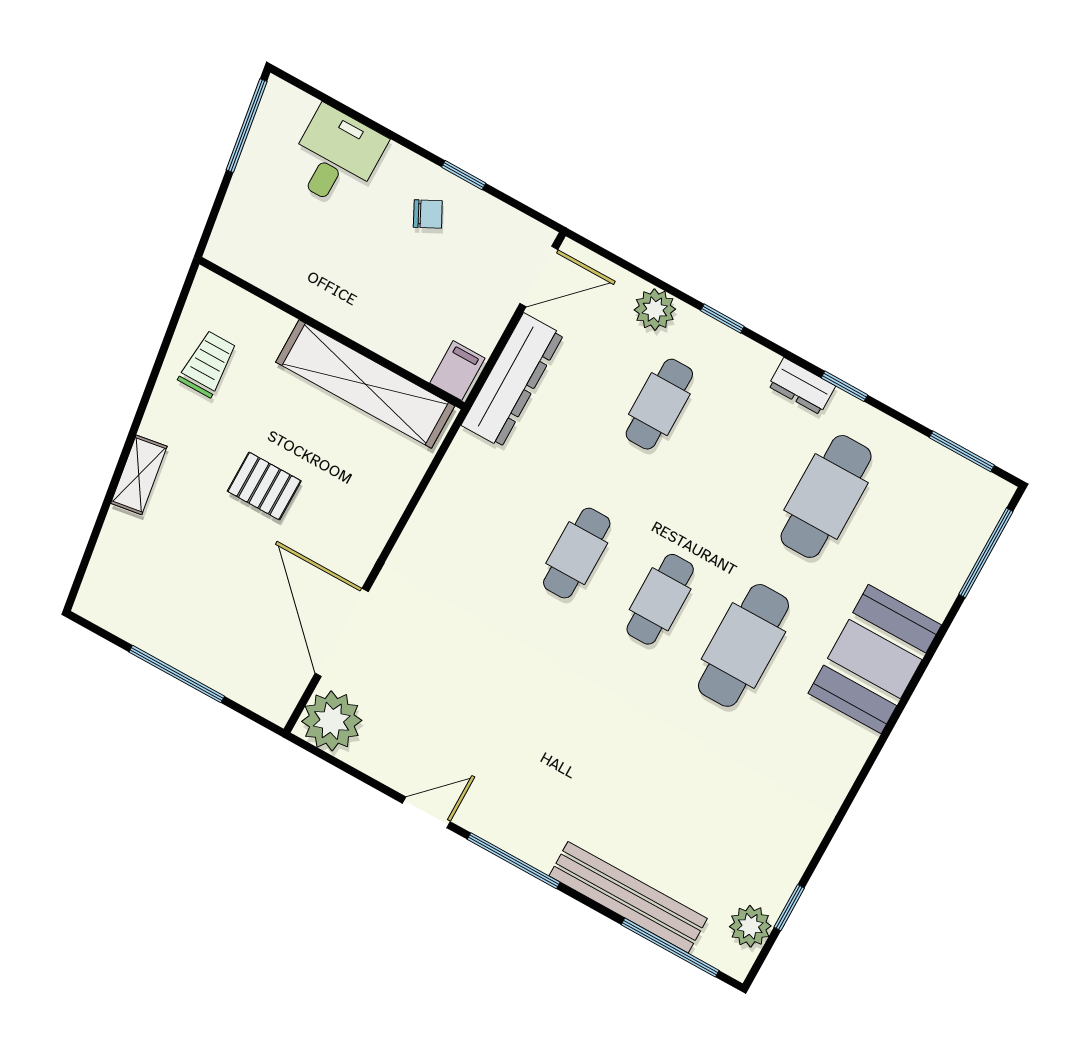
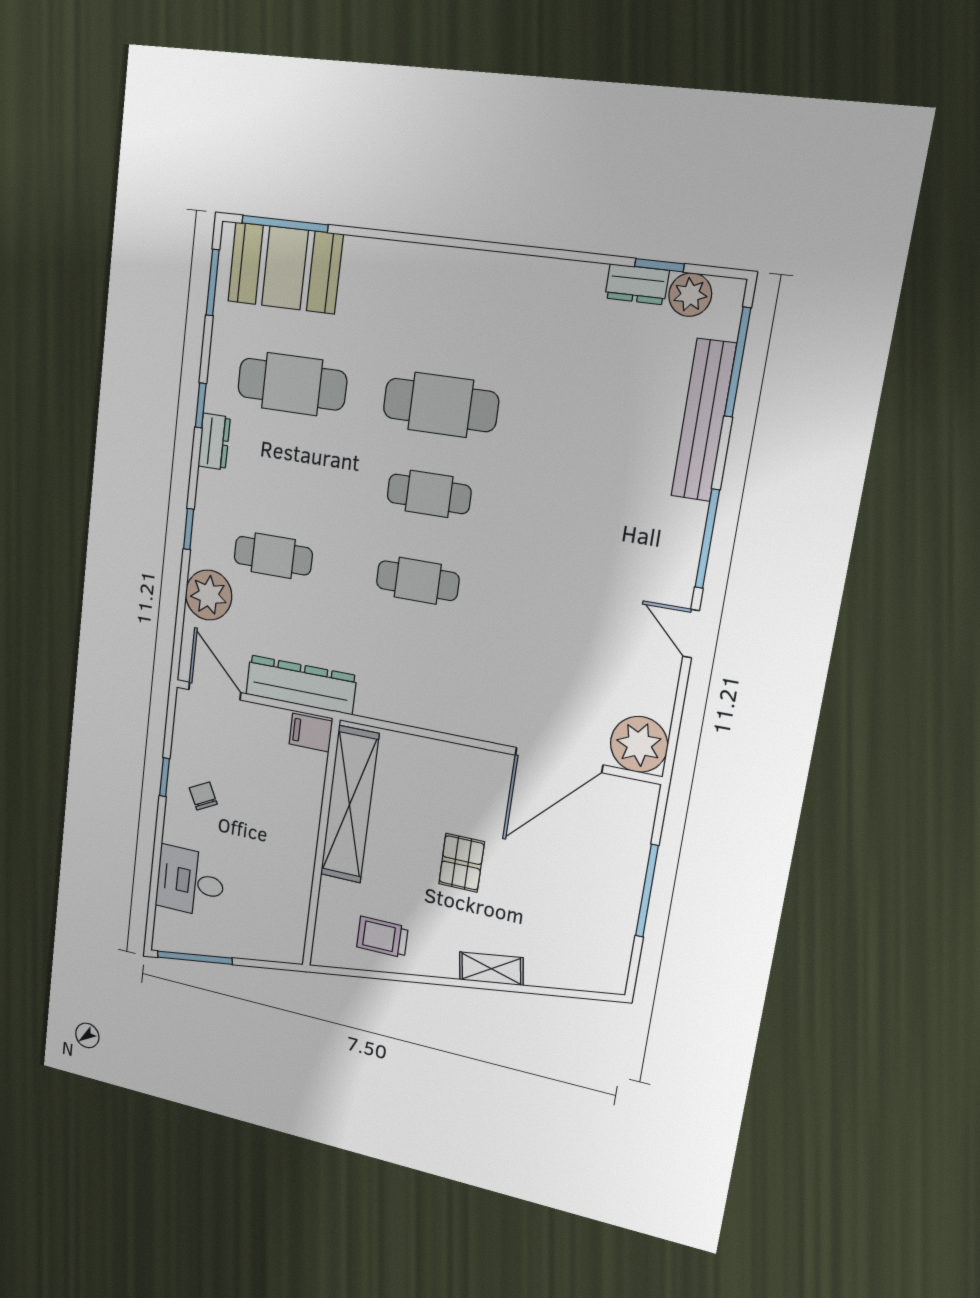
plant: (655, 310) -> (209, 595), width x1.36, depth x1.36
booth: (875, 659) -> (285, 268), moved
dresser: (780, 880) -> (637, 284), added

